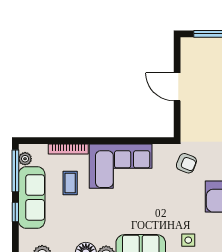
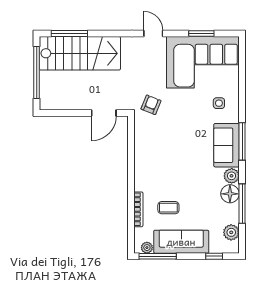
door: (177, 87) -> (104, 113), moved
corner sofa: (121, 166) -> (154, 163), removed
window: (15, 212) -> (214, 256), moved

